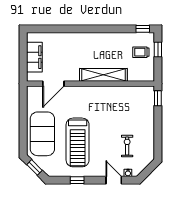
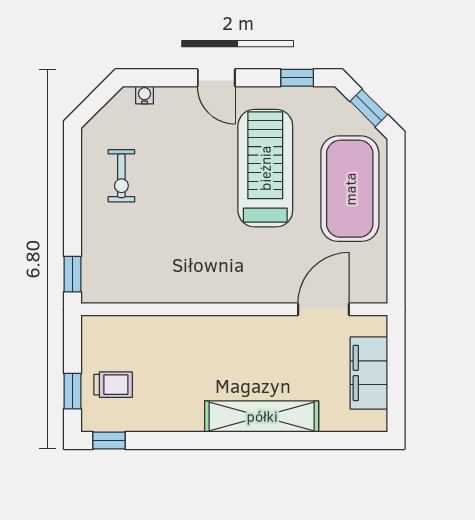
shelving: (103, 75) -> (262, 416), moved
exercise bike: (127, 146) -> (121, 176), moved
window: (77, 180) -> (297, 78), moved
door: (114, 180) -> (216, 78), moved

